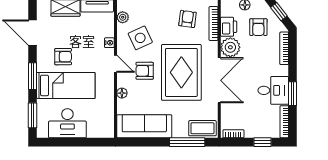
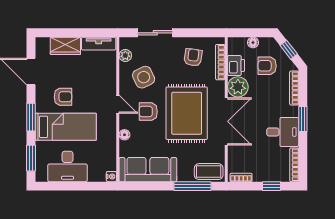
armchair: (258, 27) -> (267, 66), turned 90
nightstand: (109, 43) -> (111, 177), moved
window: (293, 94) -> (303, 119), moved

